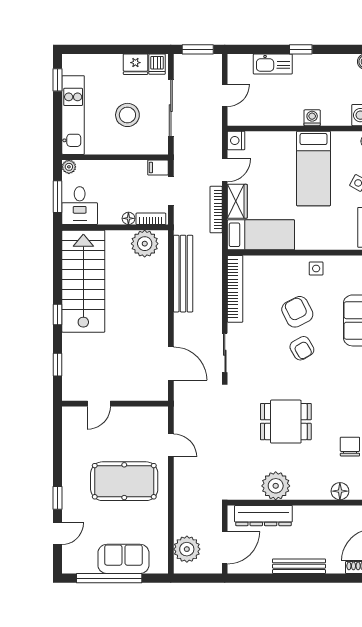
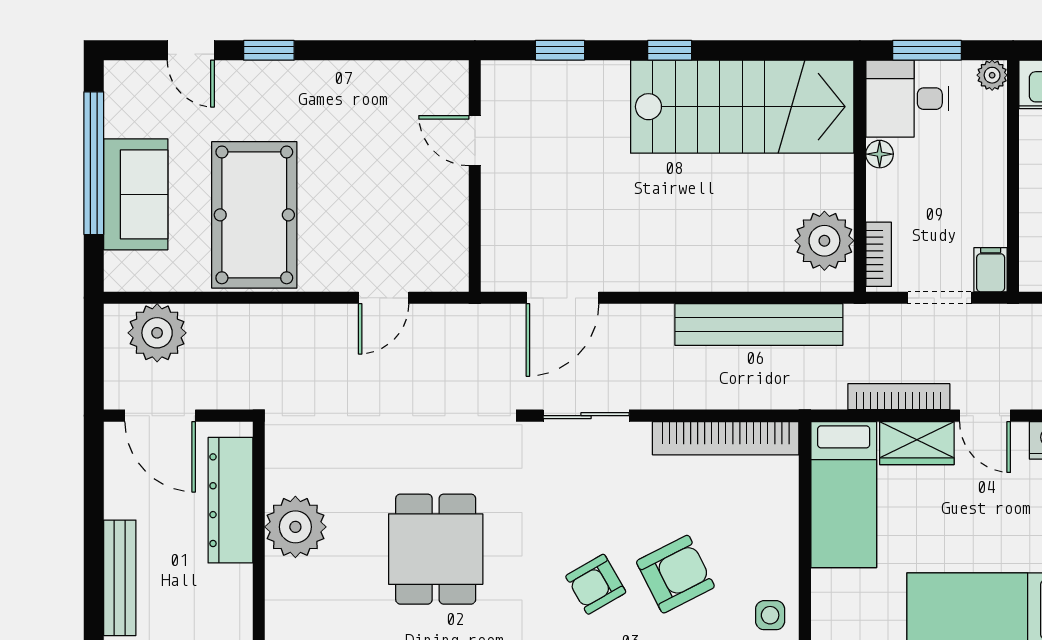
floor lamp: (128, 218) -> (880, 154), moved
pool table: (124, 481) -> (254, 215), moved

